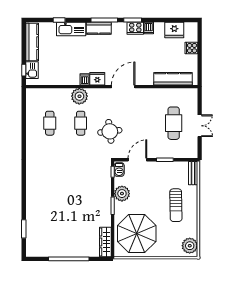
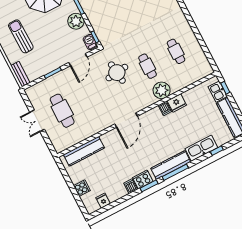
kitchen counter: (99, 28) -> (171, 165), width x1.50
fridge: (174, 30) -> (103, 201), width x0.53, depth x0.75
fridge: (97, 79) -> (177, 103), moved

